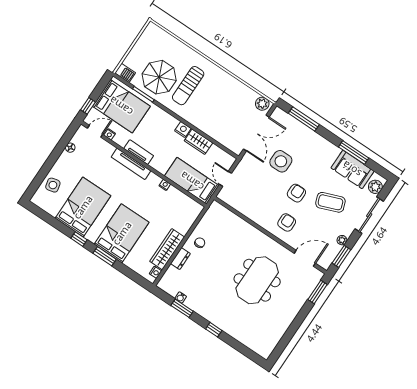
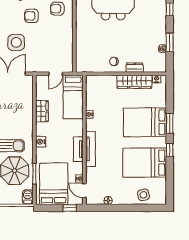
nightstand: (183, 130) -> (41, 142), moved

